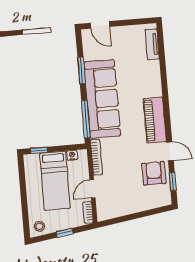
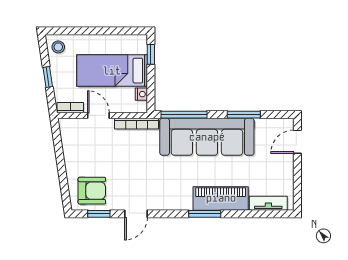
window: (165, 95) -> (205, 214), added
piano: (155, 120) -> (221, 198), moved
armchair: (154, 173) -> (92, 191), moved

